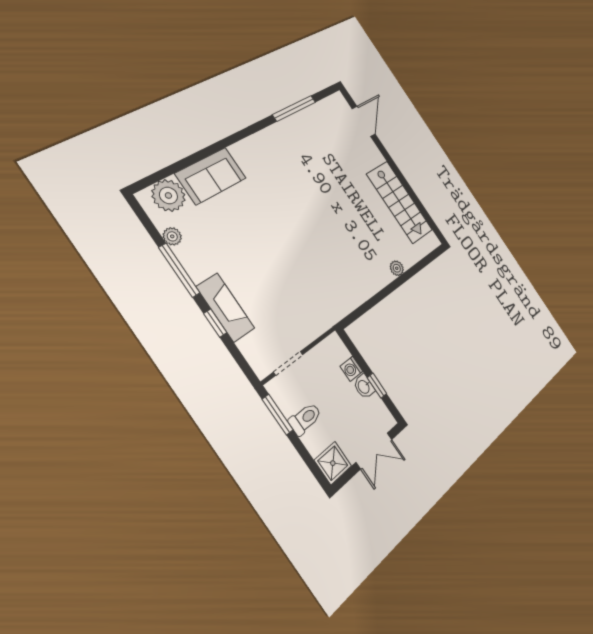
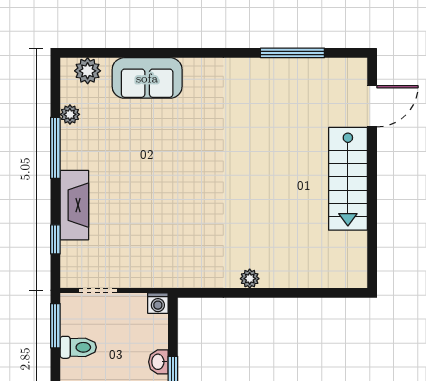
plant: (168, 195) -> (88, 71), width x0.73, depth x0.73
stairs: (400, 202) -> (348, 179), moved
plant: (397, 268) -> (250, 279), moved
window: (215, 323) -> (55, 239), moved
washing machine: (351, 369) -> (158, 303), moved, turned -90

